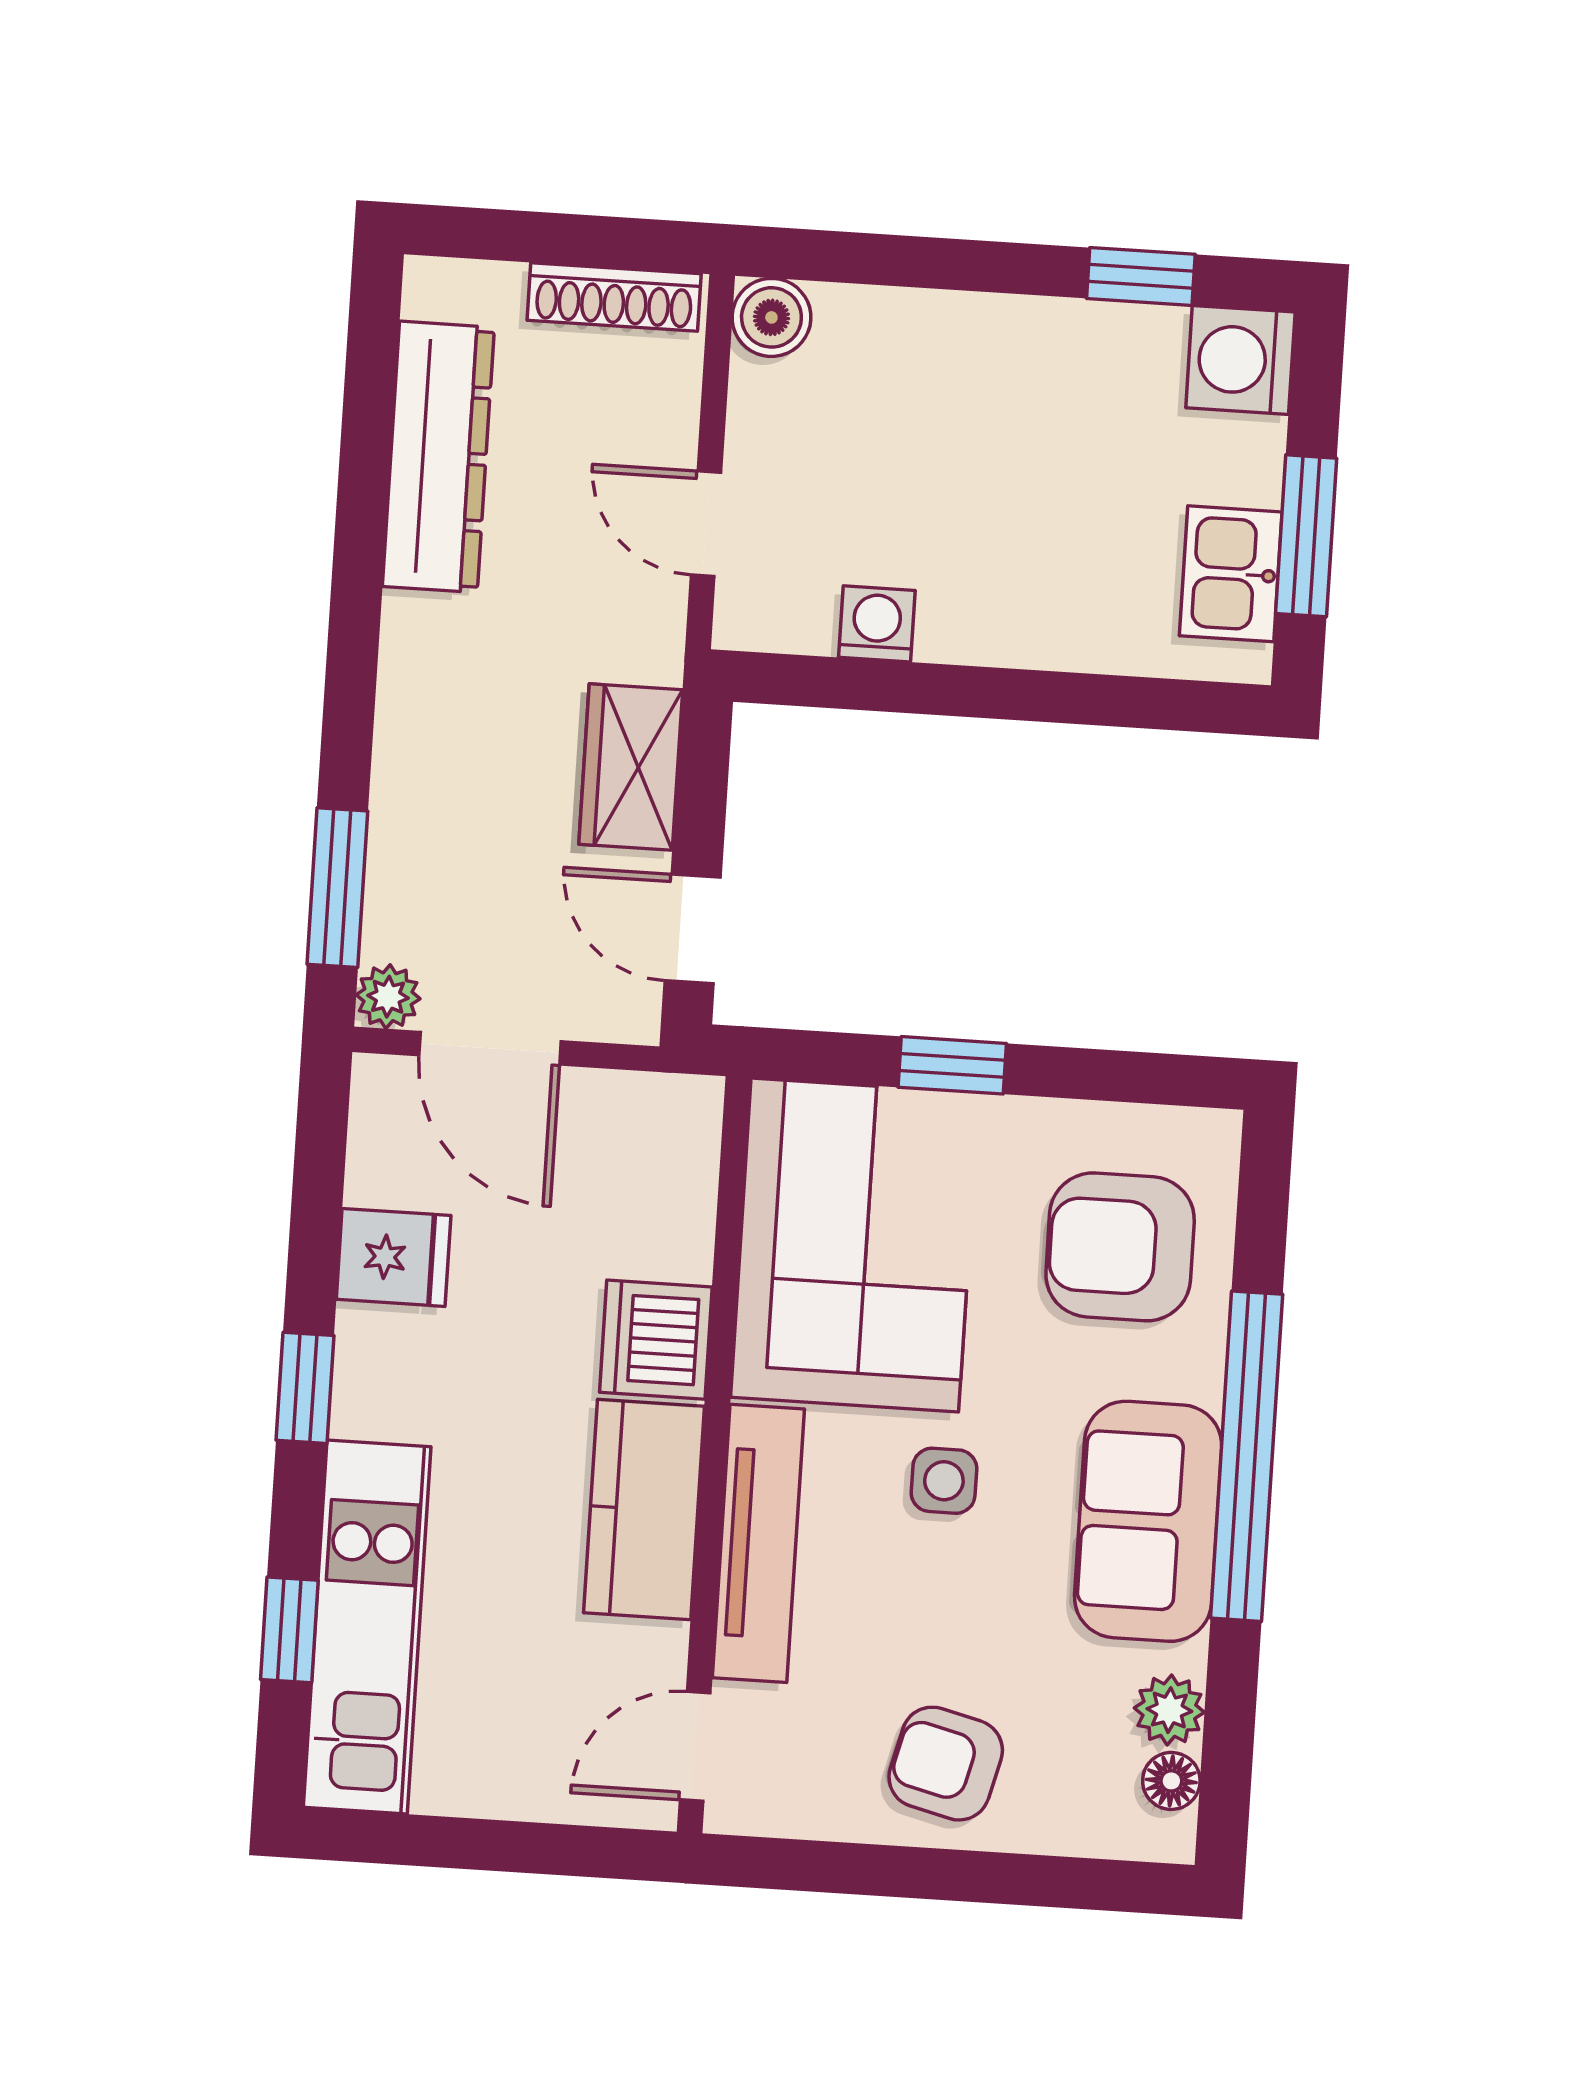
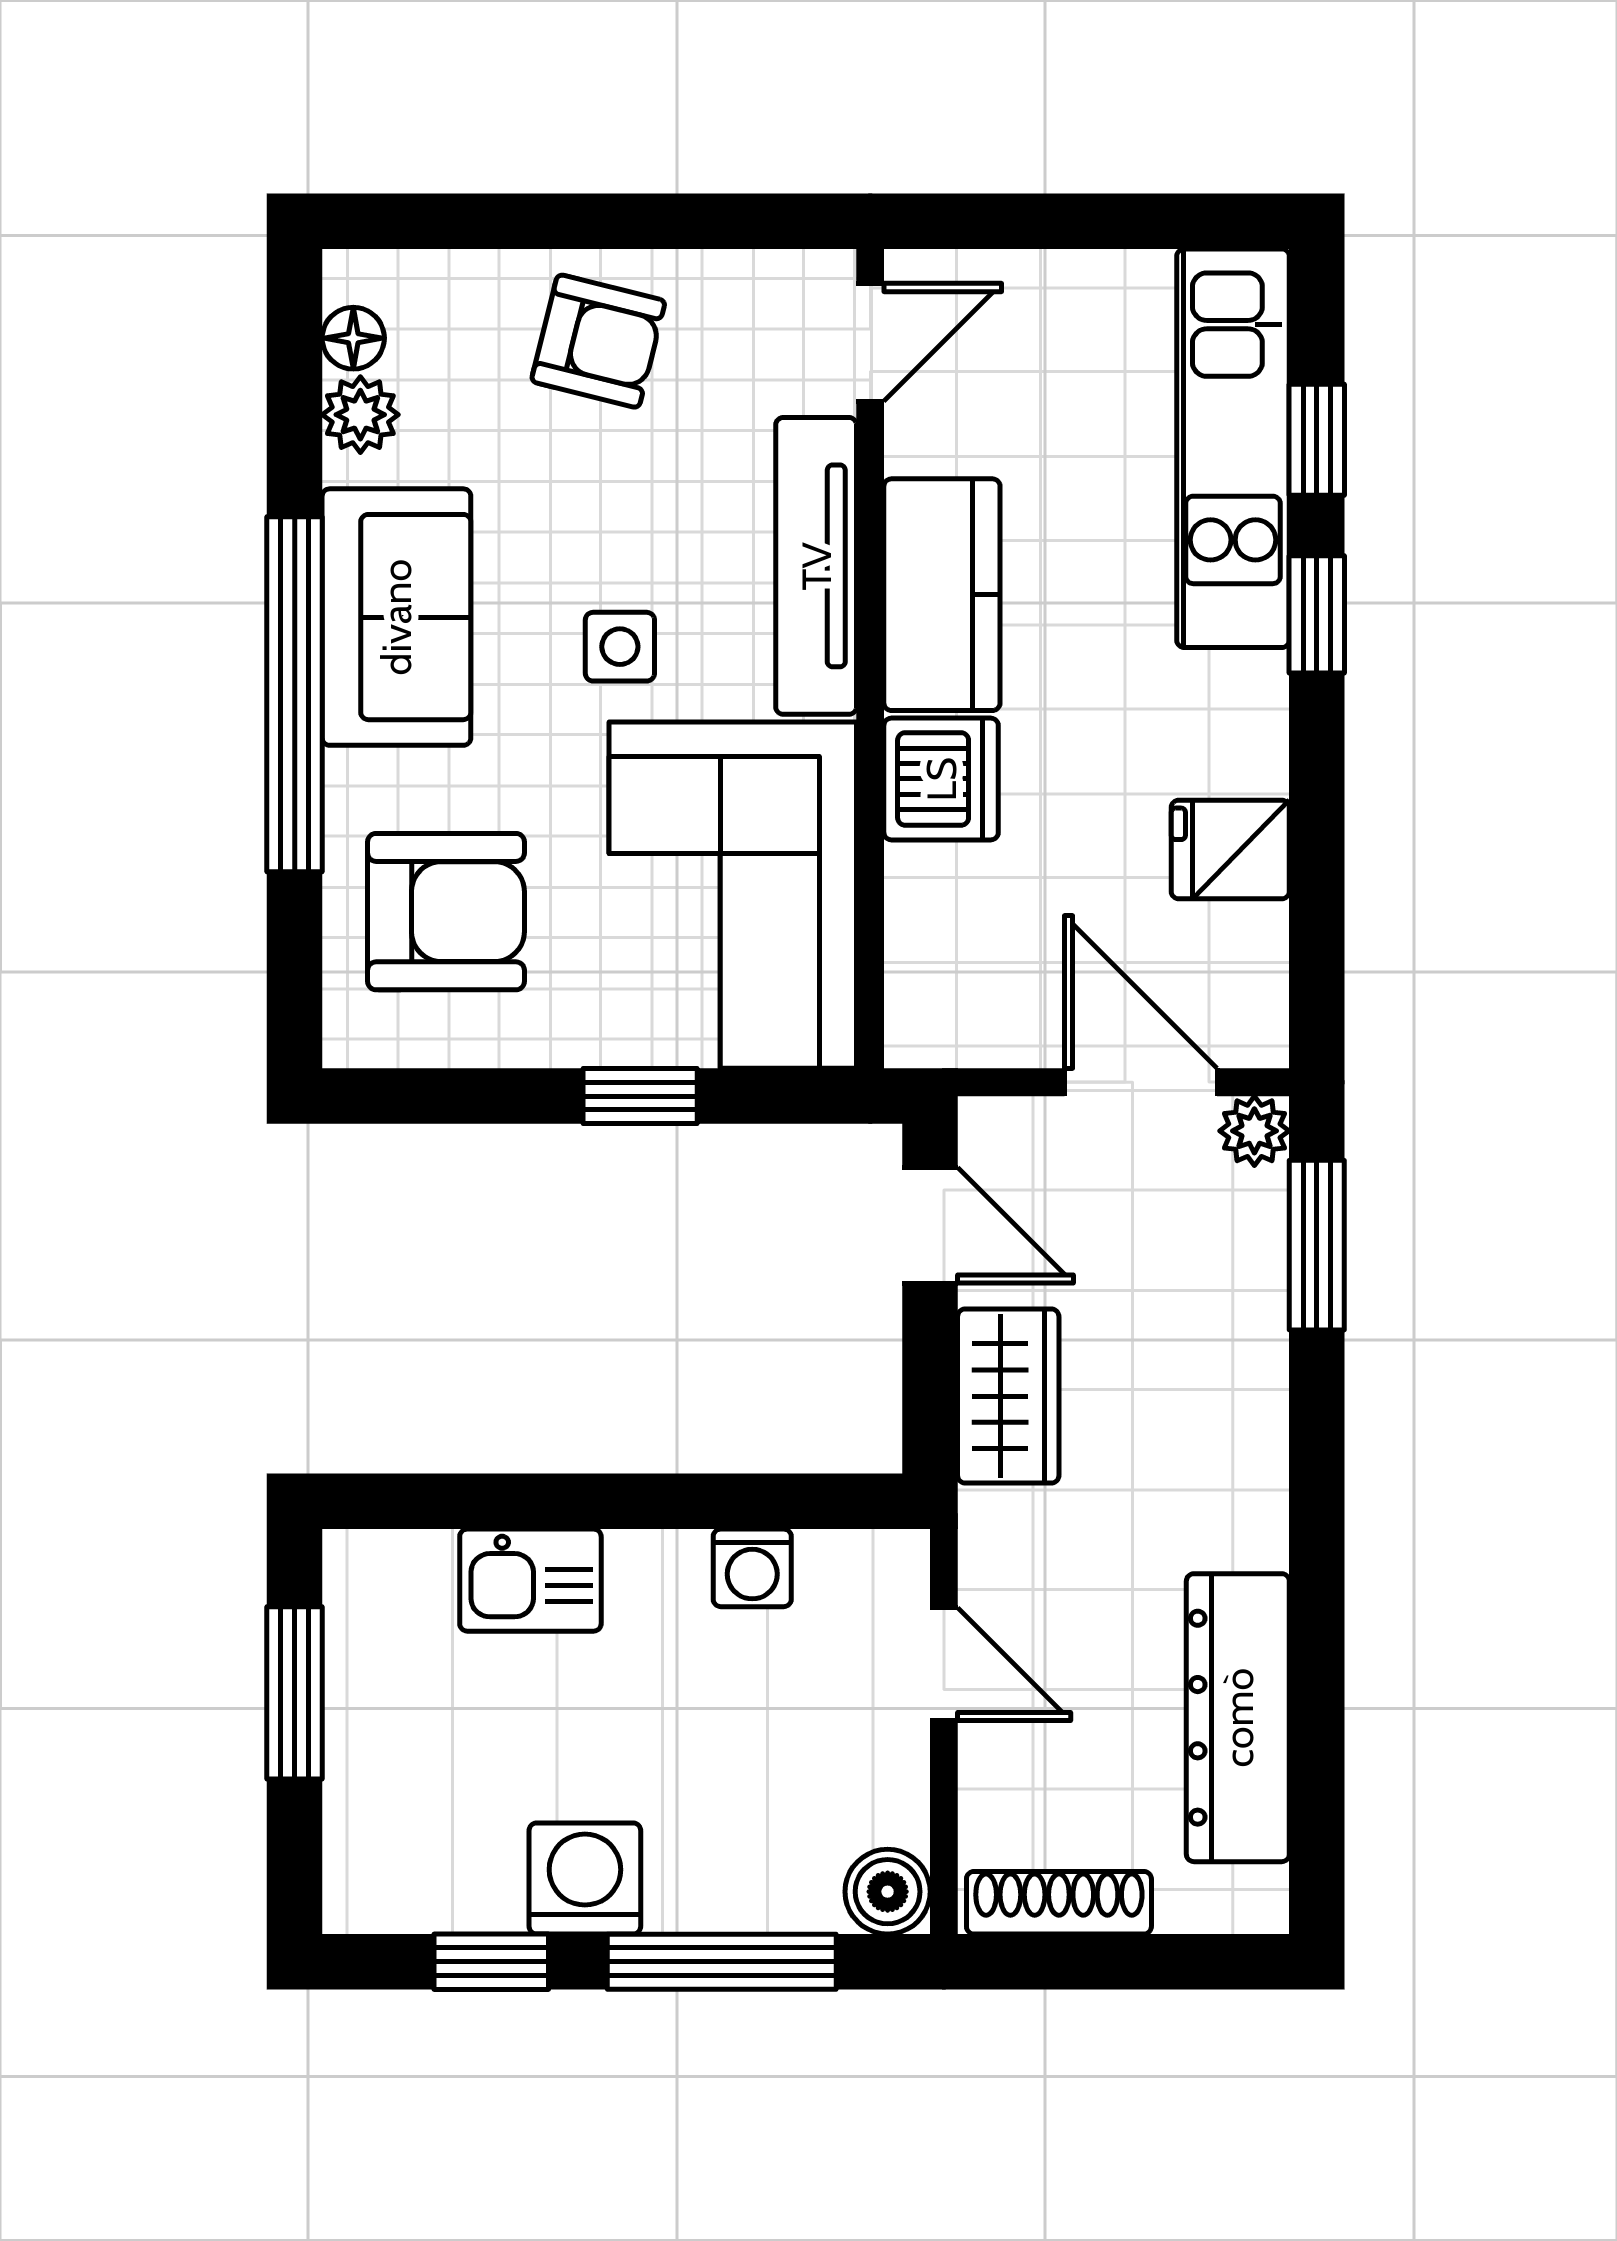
window: (929, 263) -> (722, 1962), added
washing machine: (1240, 360) -> (585, 1878), moved, turned -90
kitchen sink: (1231, 574) -> (530, 1580), moved, turned 90
window: (305, 1388) -> (1317, 614), moved

